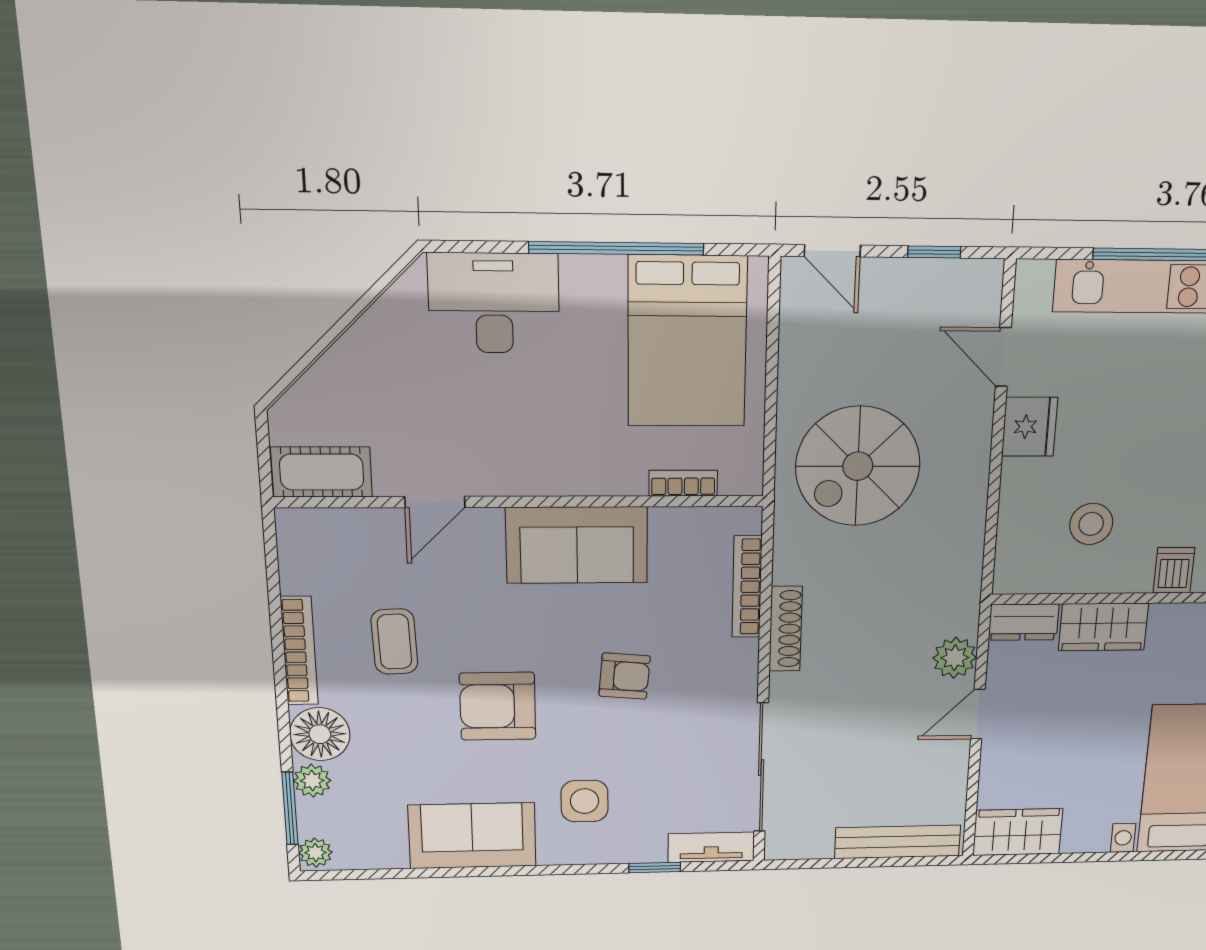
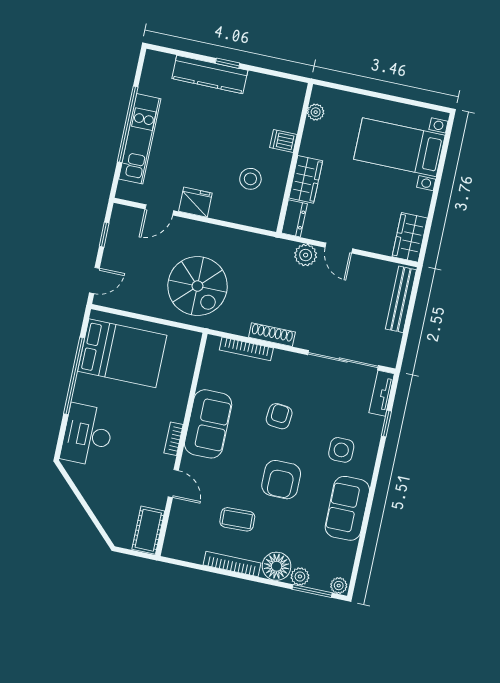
bookcase: (683, 483) -> (174, 439), moved

